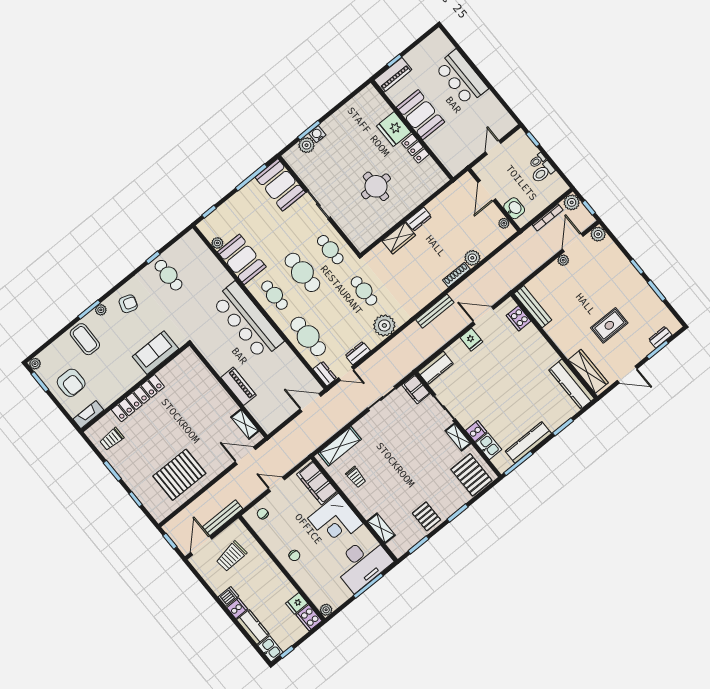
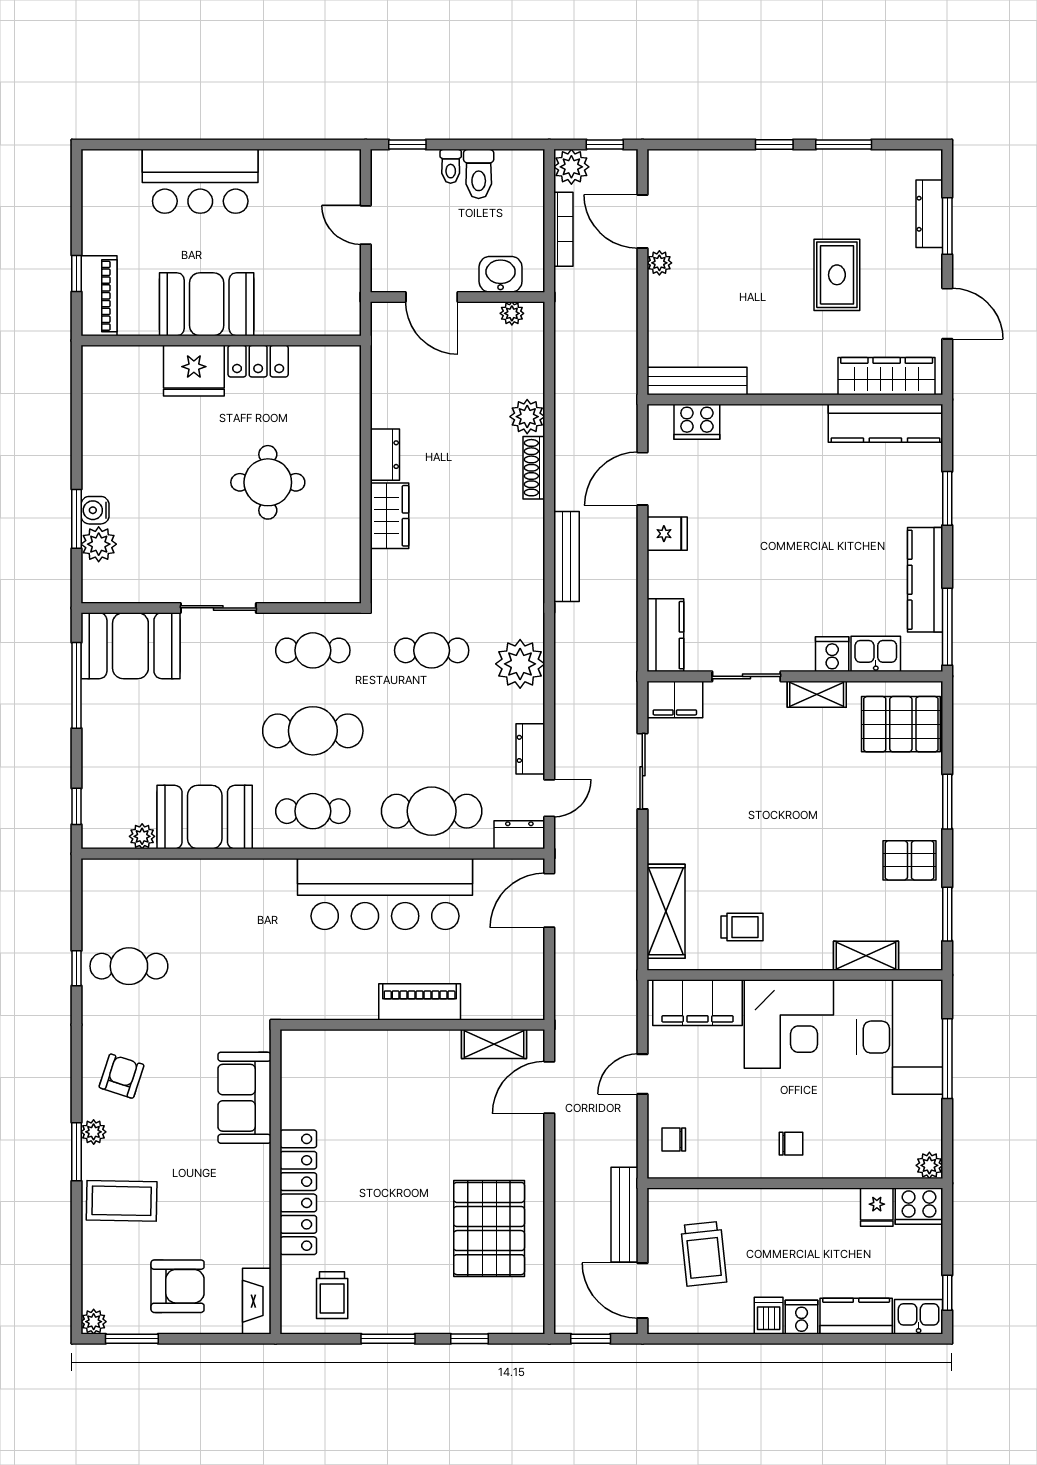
plant: (598, 234) -> (664, 166), removed
bar counter: (248, 321) -> (385, 894), moved
dresser: (660, 337) -> (929, 214), width x1.44
door: (627, 375) -> (947, 314), hinge flipped

